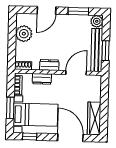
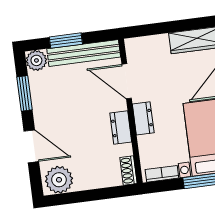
plant: (24, 34) -> (59, 180), moved
window: (106, 51) -> (66, 41), moved
dresser: (42, 79) -> (143, 118), moved

